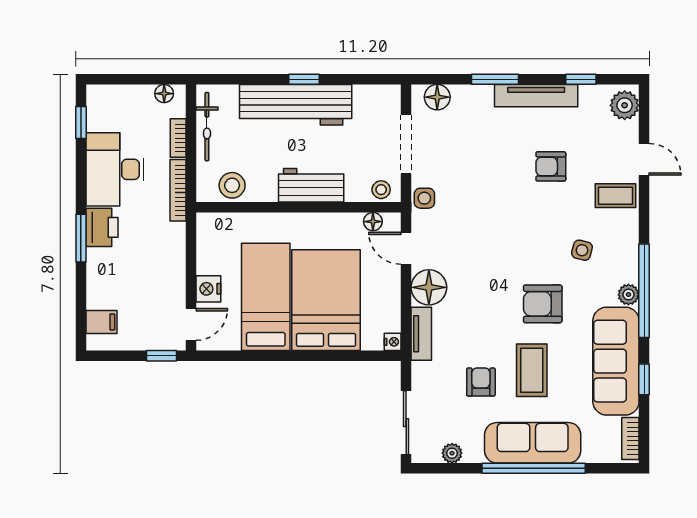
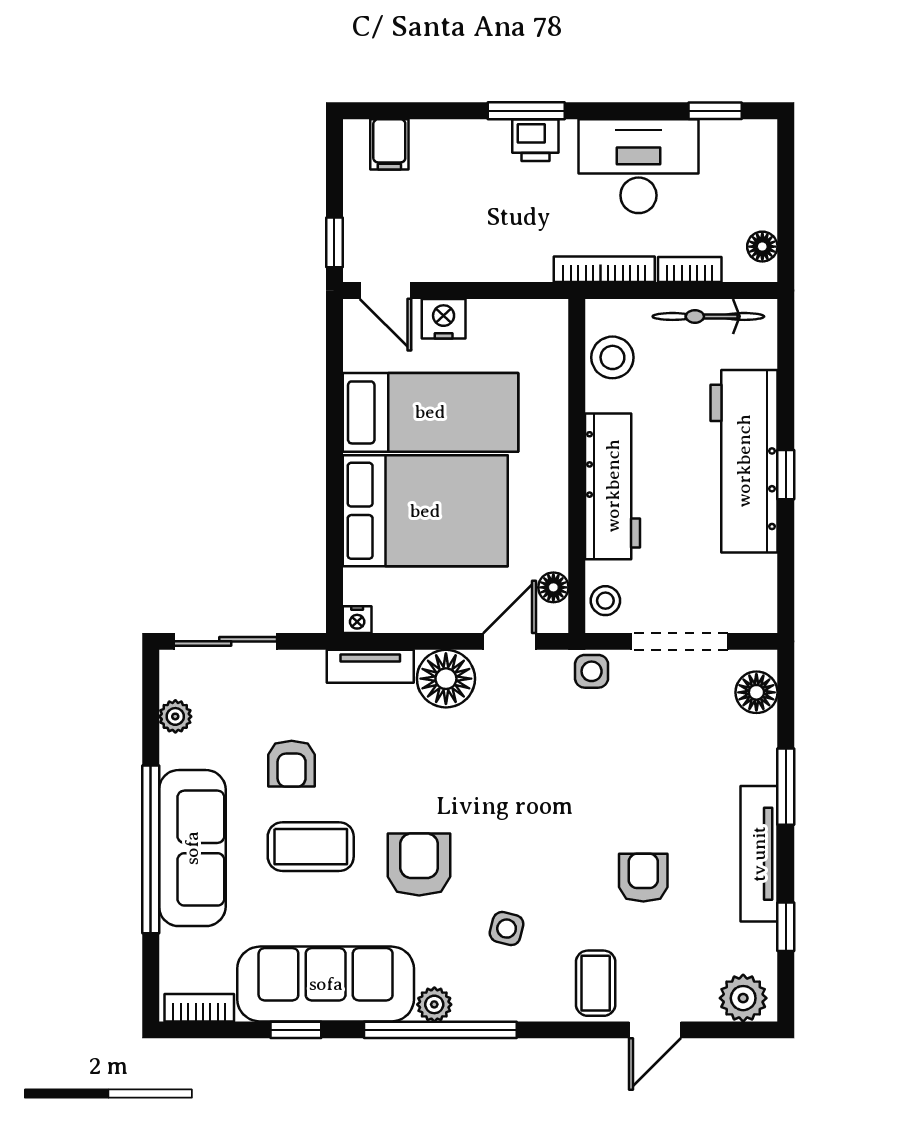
workbench: (311, 185) -> (613, 486), width x1.38
printer: (102, 227) -> (535, 140), width x0.73, depth x0.81
armchair: (481, 382) -> (292, 764), turned 90

